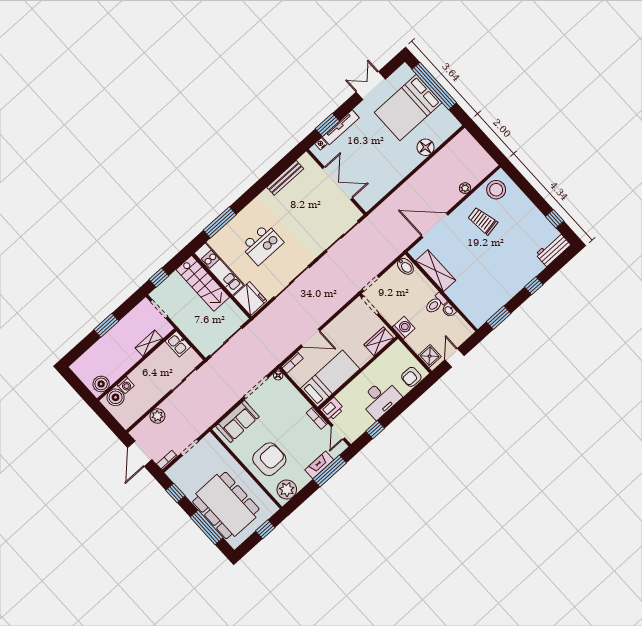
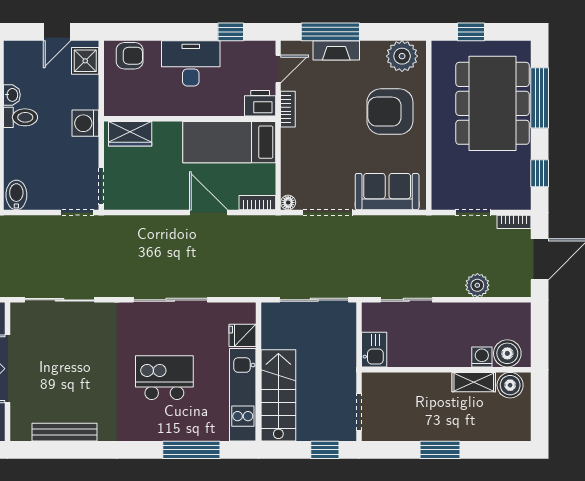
fridge: (250, 299) -> (243, 335), width x0.53, depth x0.75
shelving: (149, 343) -> (474, 382), moved

